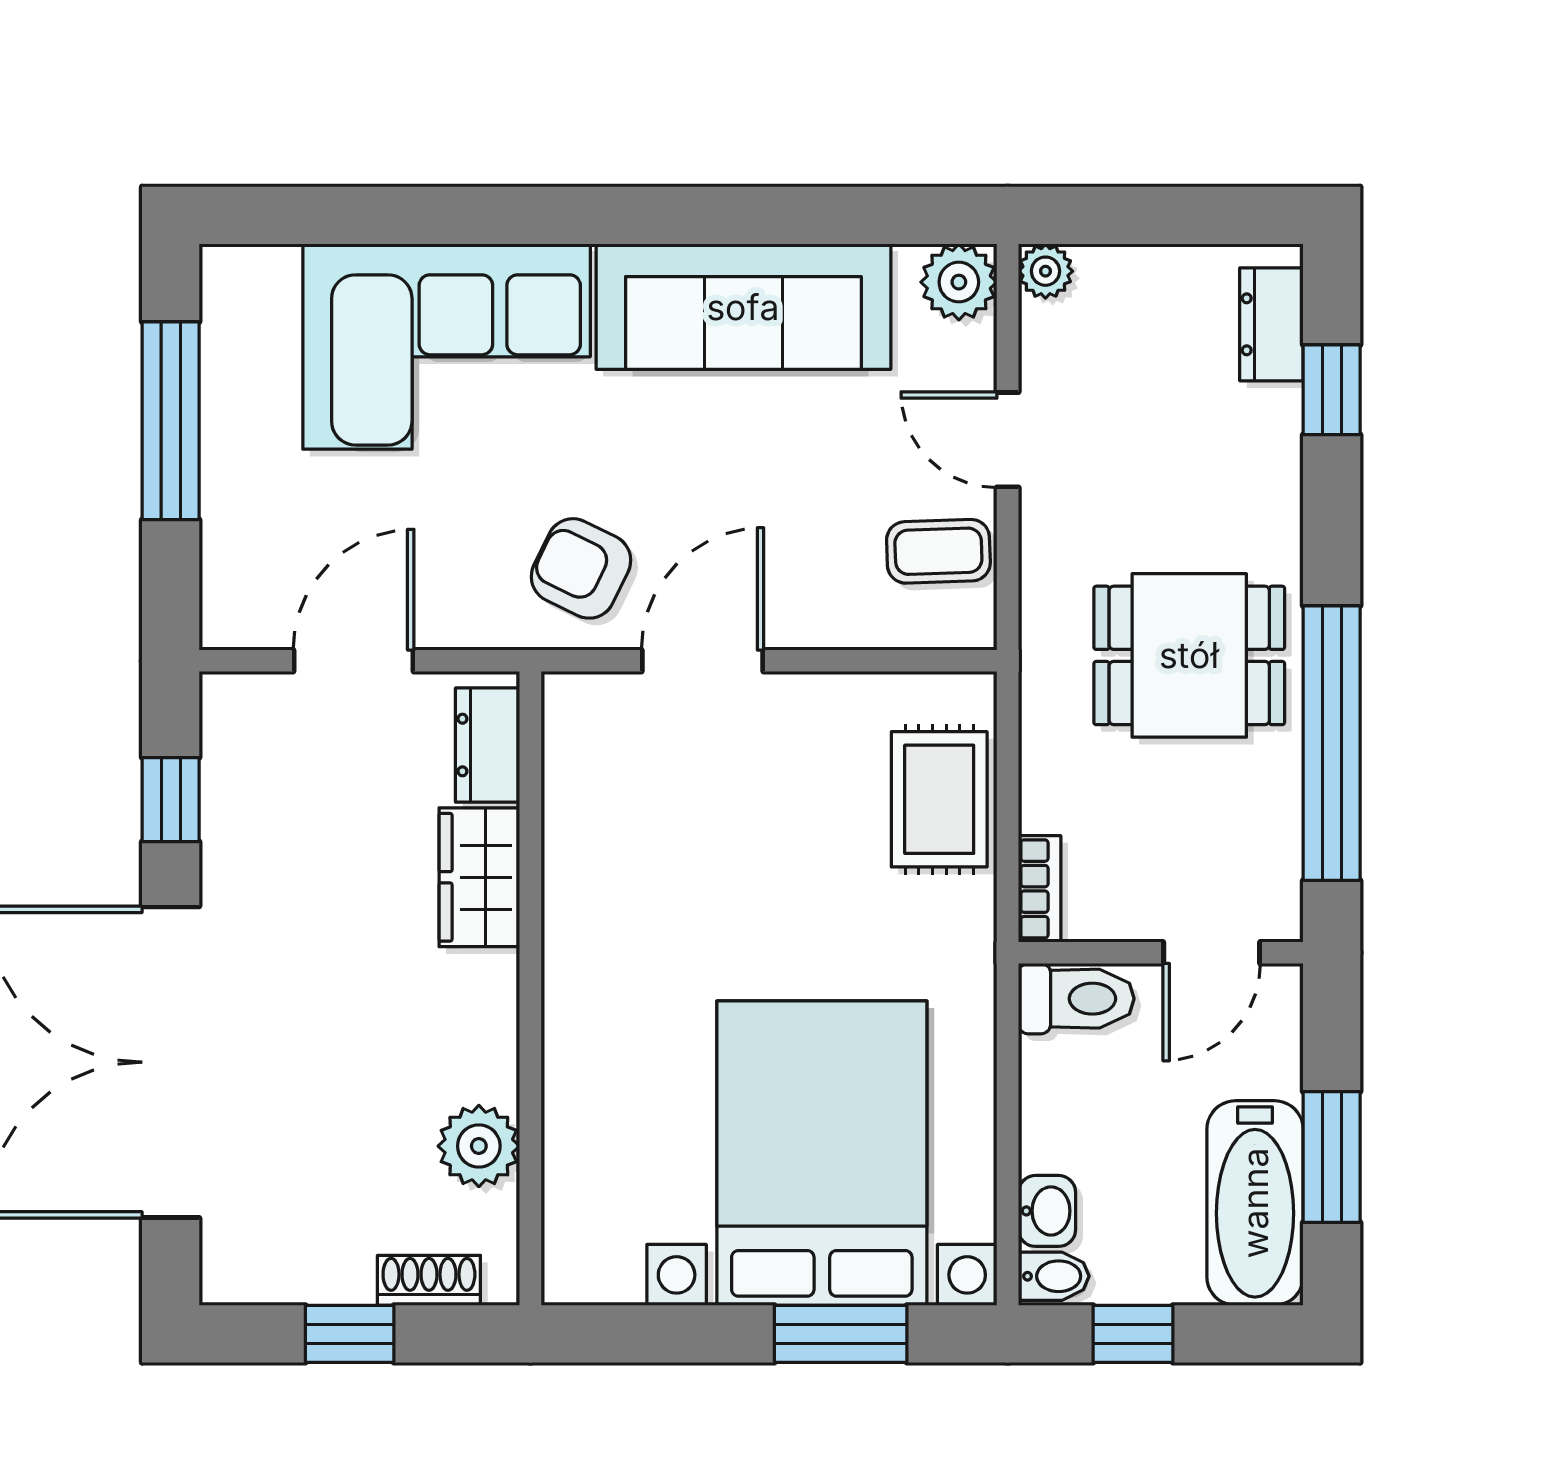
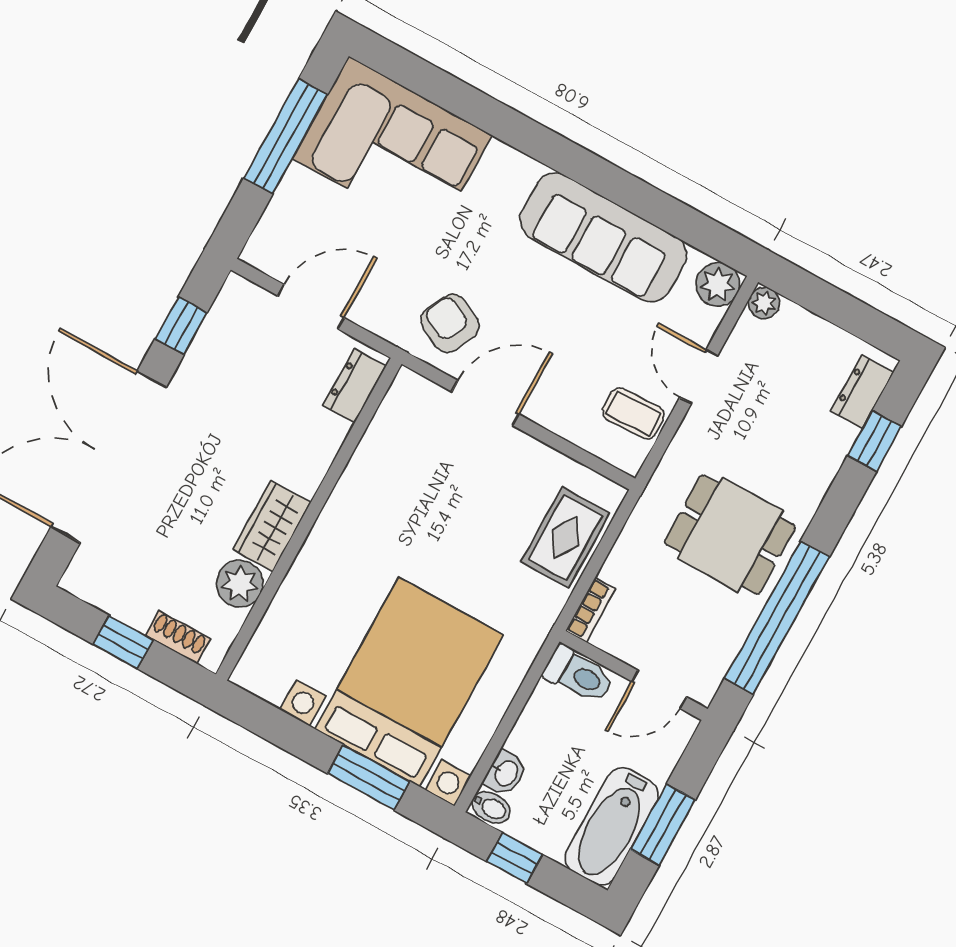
corner sofa: (447, 347) -> (392, 147), moved
wardrobe: (479, 877) -> (272, 526), moved

